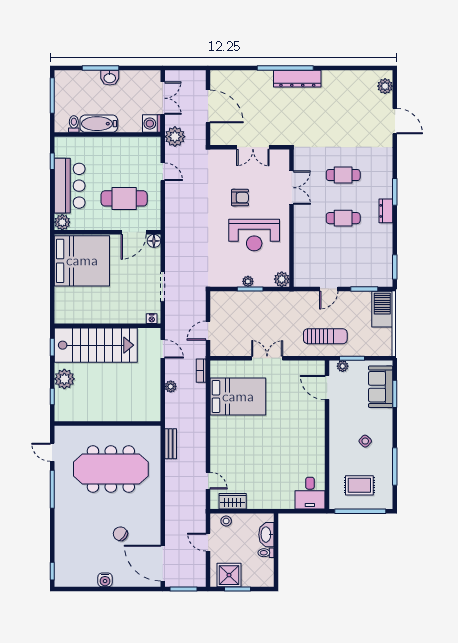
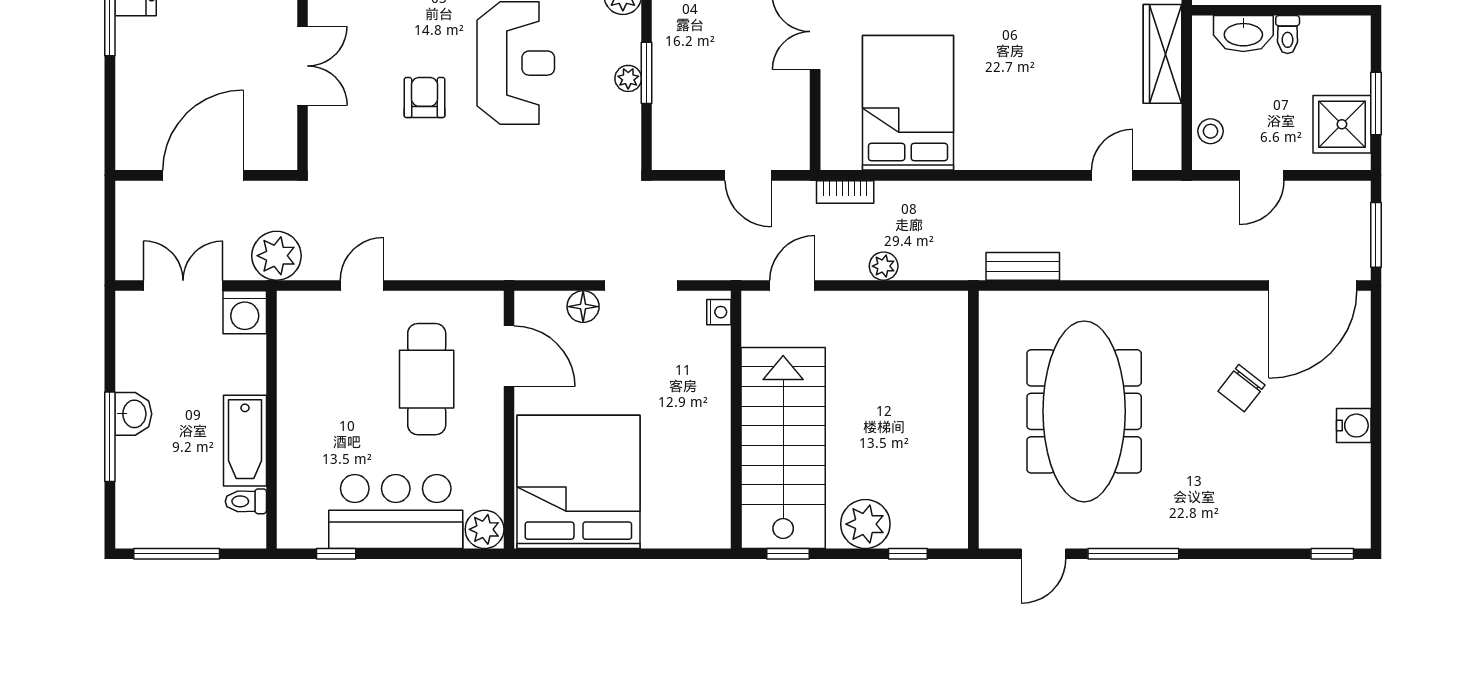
floor lamp: (154, 241) -> (583, 307), moved
wardrobe: (233, 501) -> (1162, 54), moved, width x1.50

